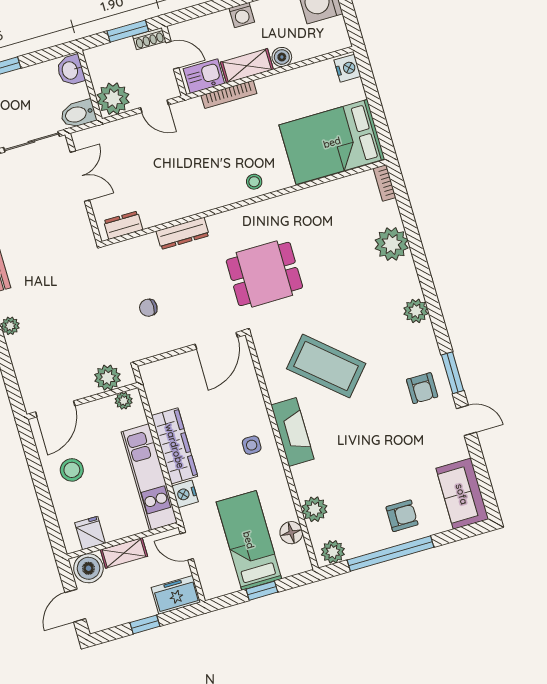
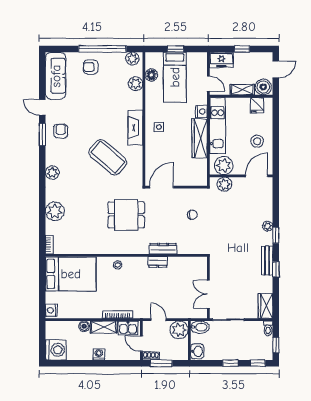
dresser: (123, 225) -> (158, 262), moved
plant: (124, 401) -> (224, 165), width x1.88, depth x1.88
sofa: (462, 494) -> (56, 76), width x1.36

